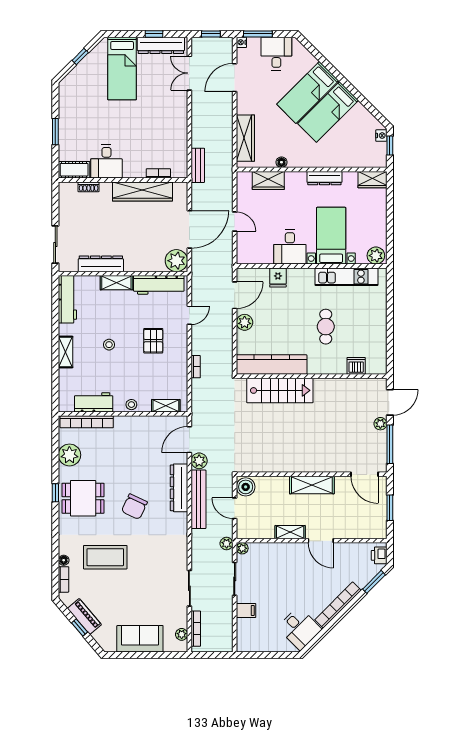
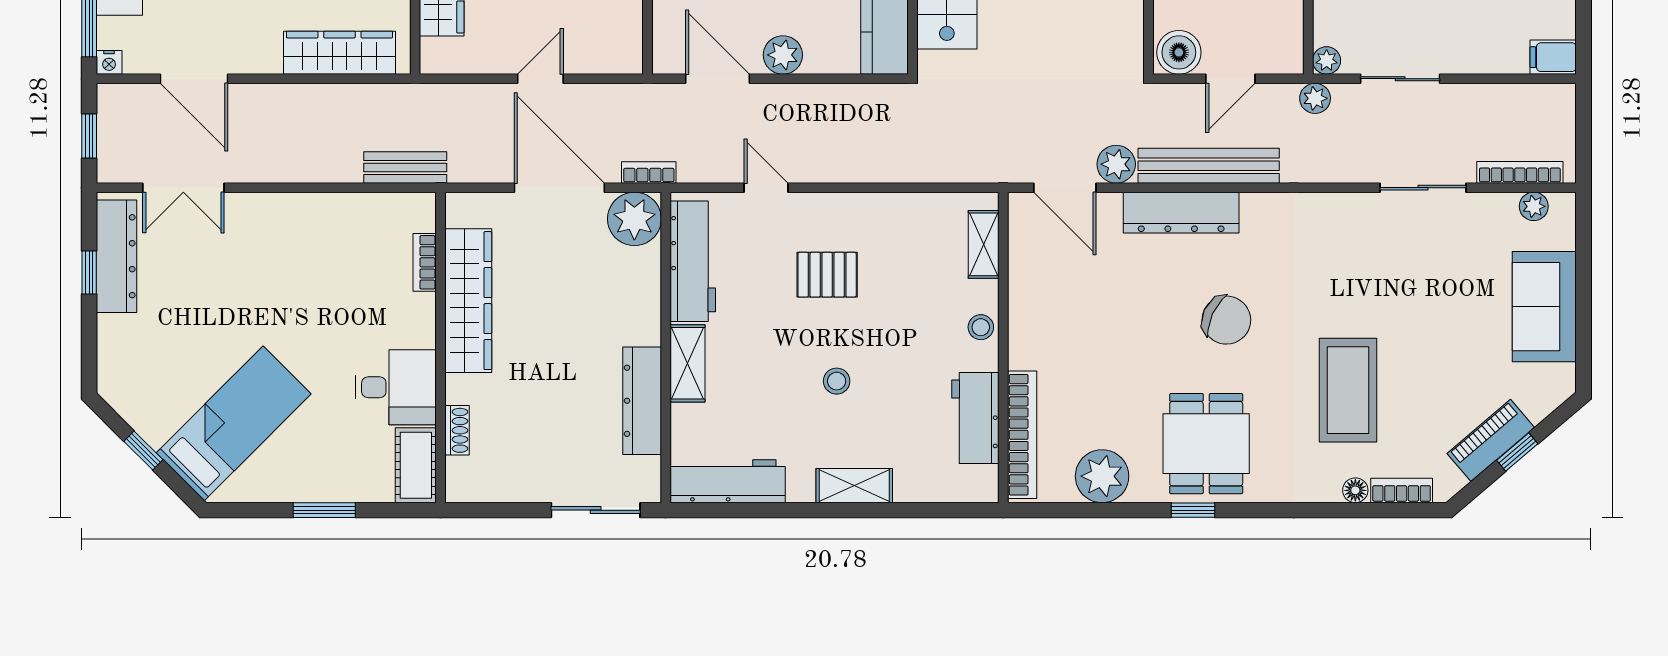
bed: (122, 68) -> (234, 423), moved, turned -45
bookcase: (196, 367) -> (649, 172), moved
filing cabinet: (246, 611) -> (1553, 57), moved, turned -90

